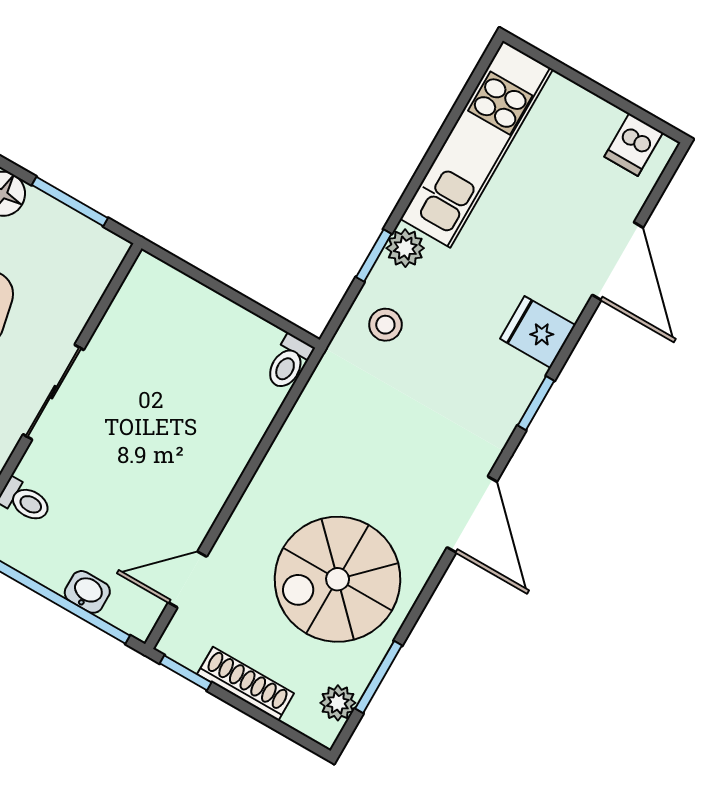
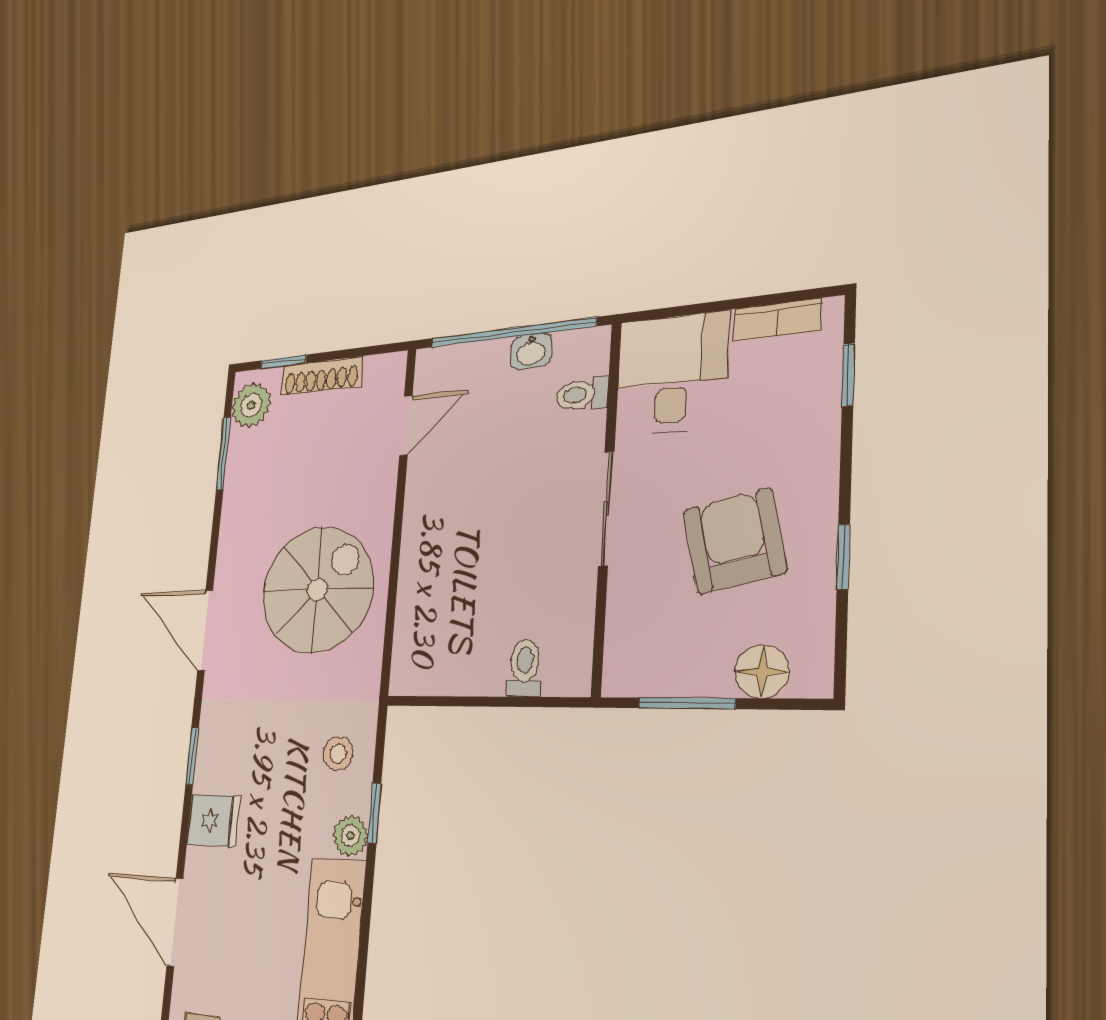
toilet: (289, 362) -> (525, 668), moved
spiral stairs: (338, 579) -> (317, 590), moved
washbasin: (87, 592) -> (531, 351), moved
window: (186, 673) -> (283, 362), moved
plant: (338, 703) -> (251, 405), width x1.38, depth x1.38

